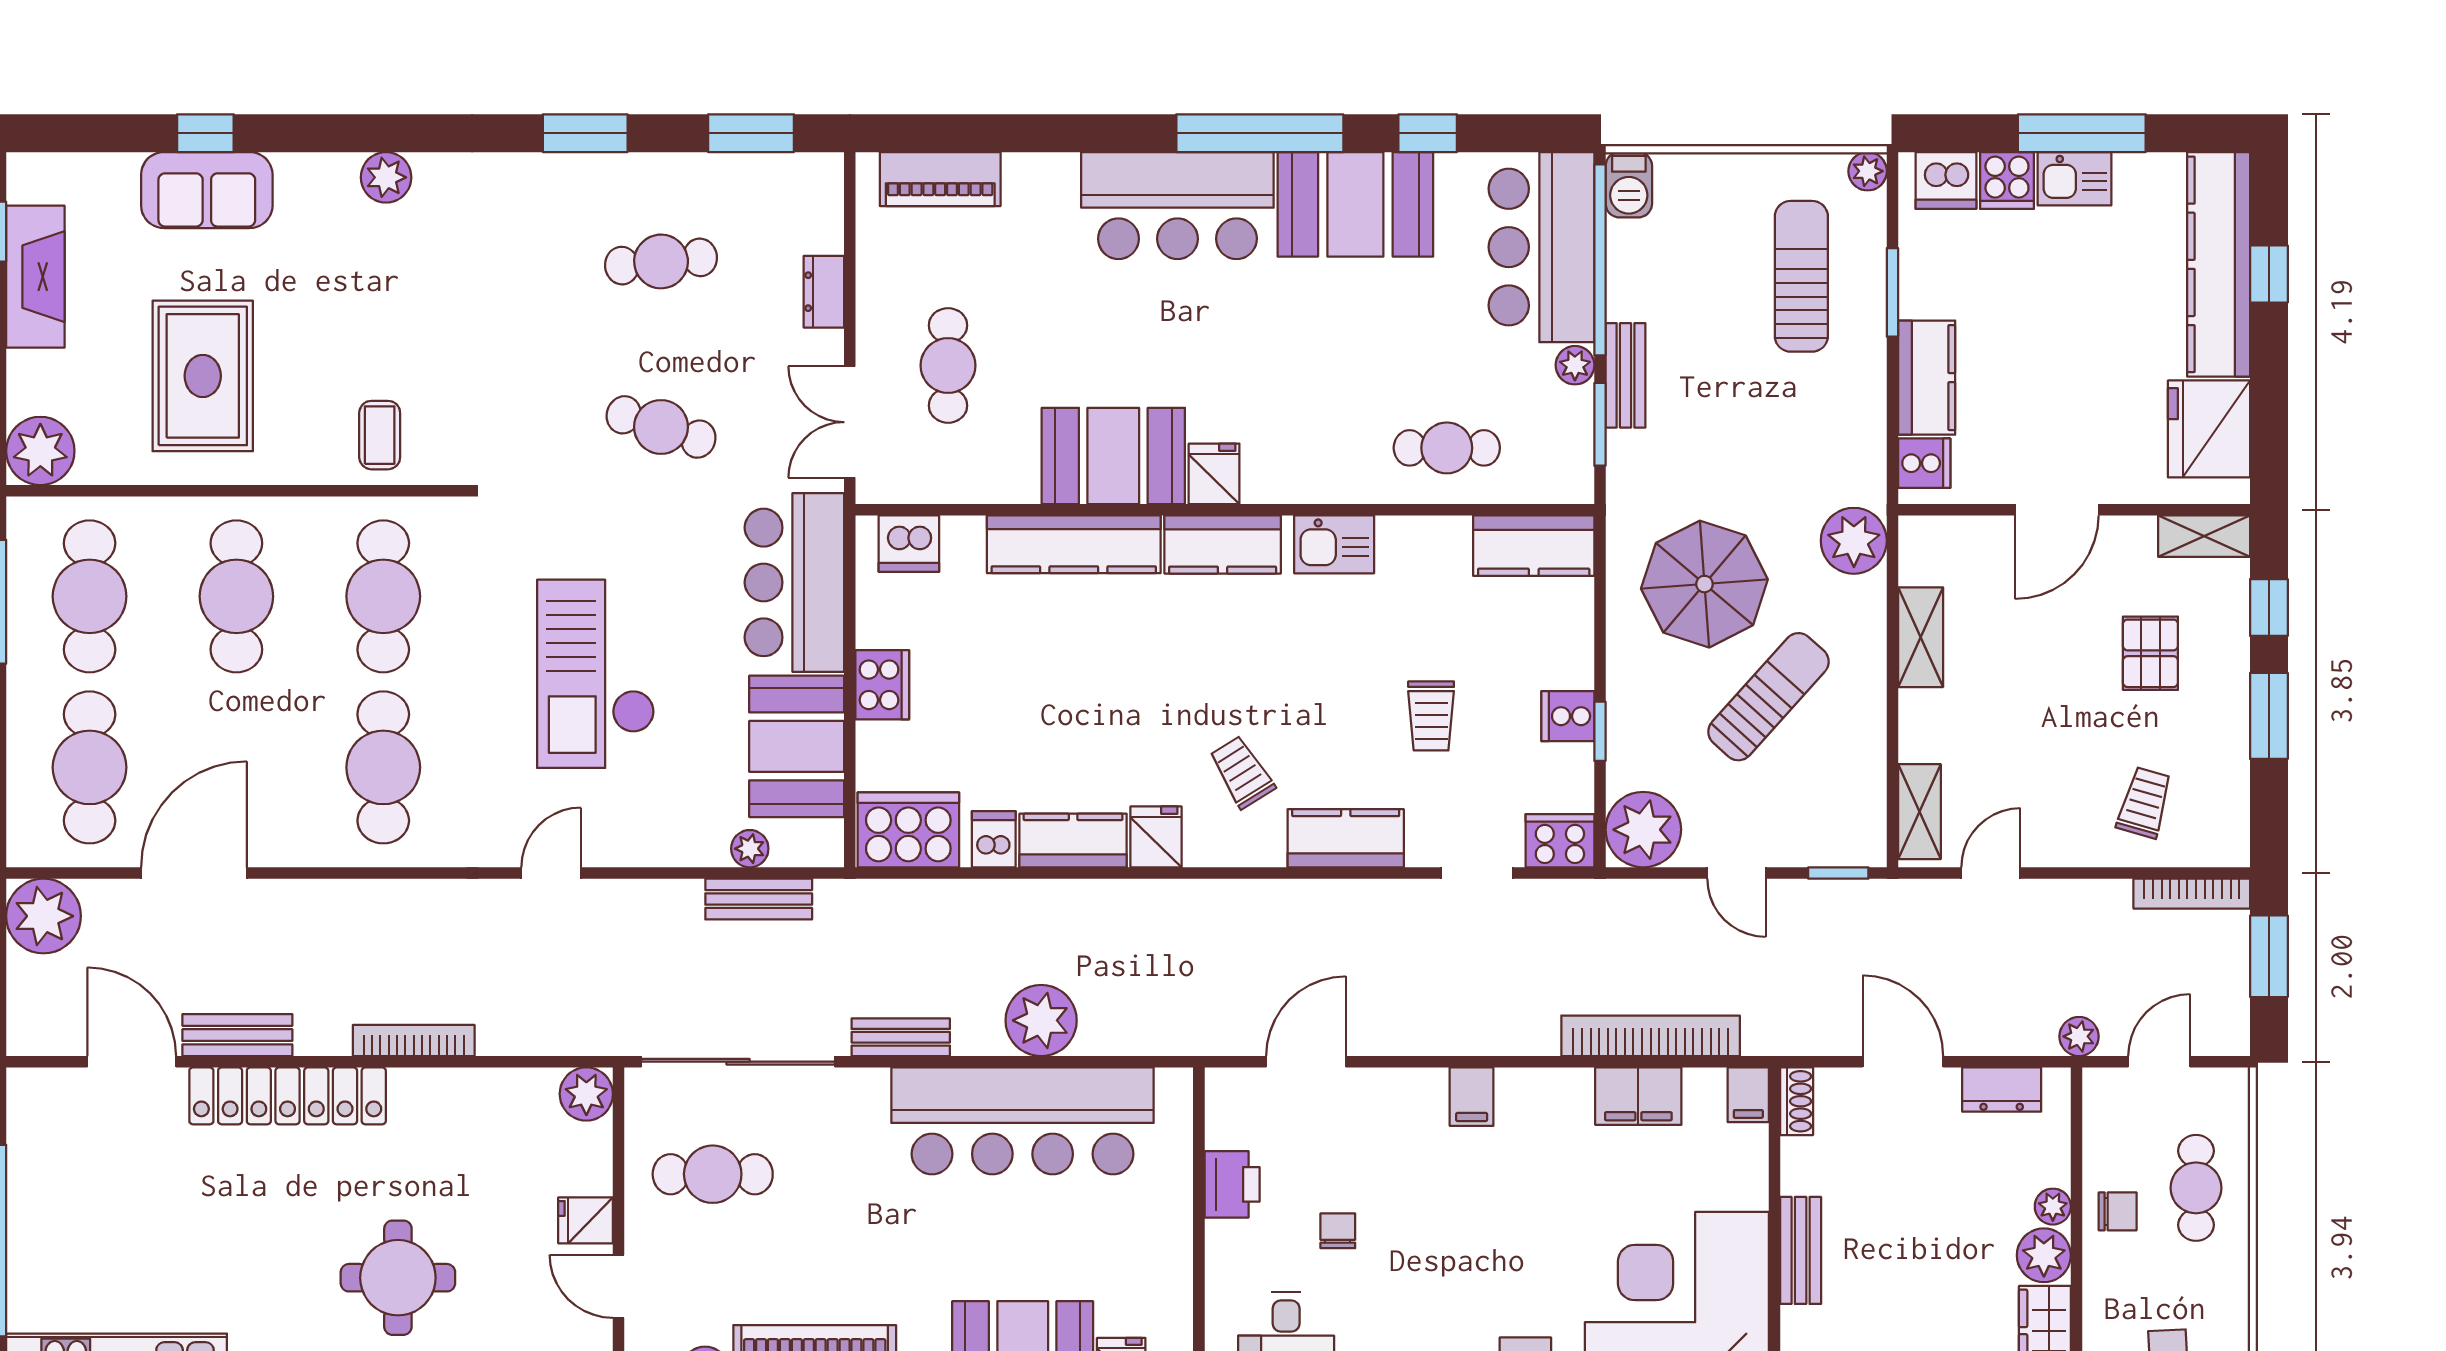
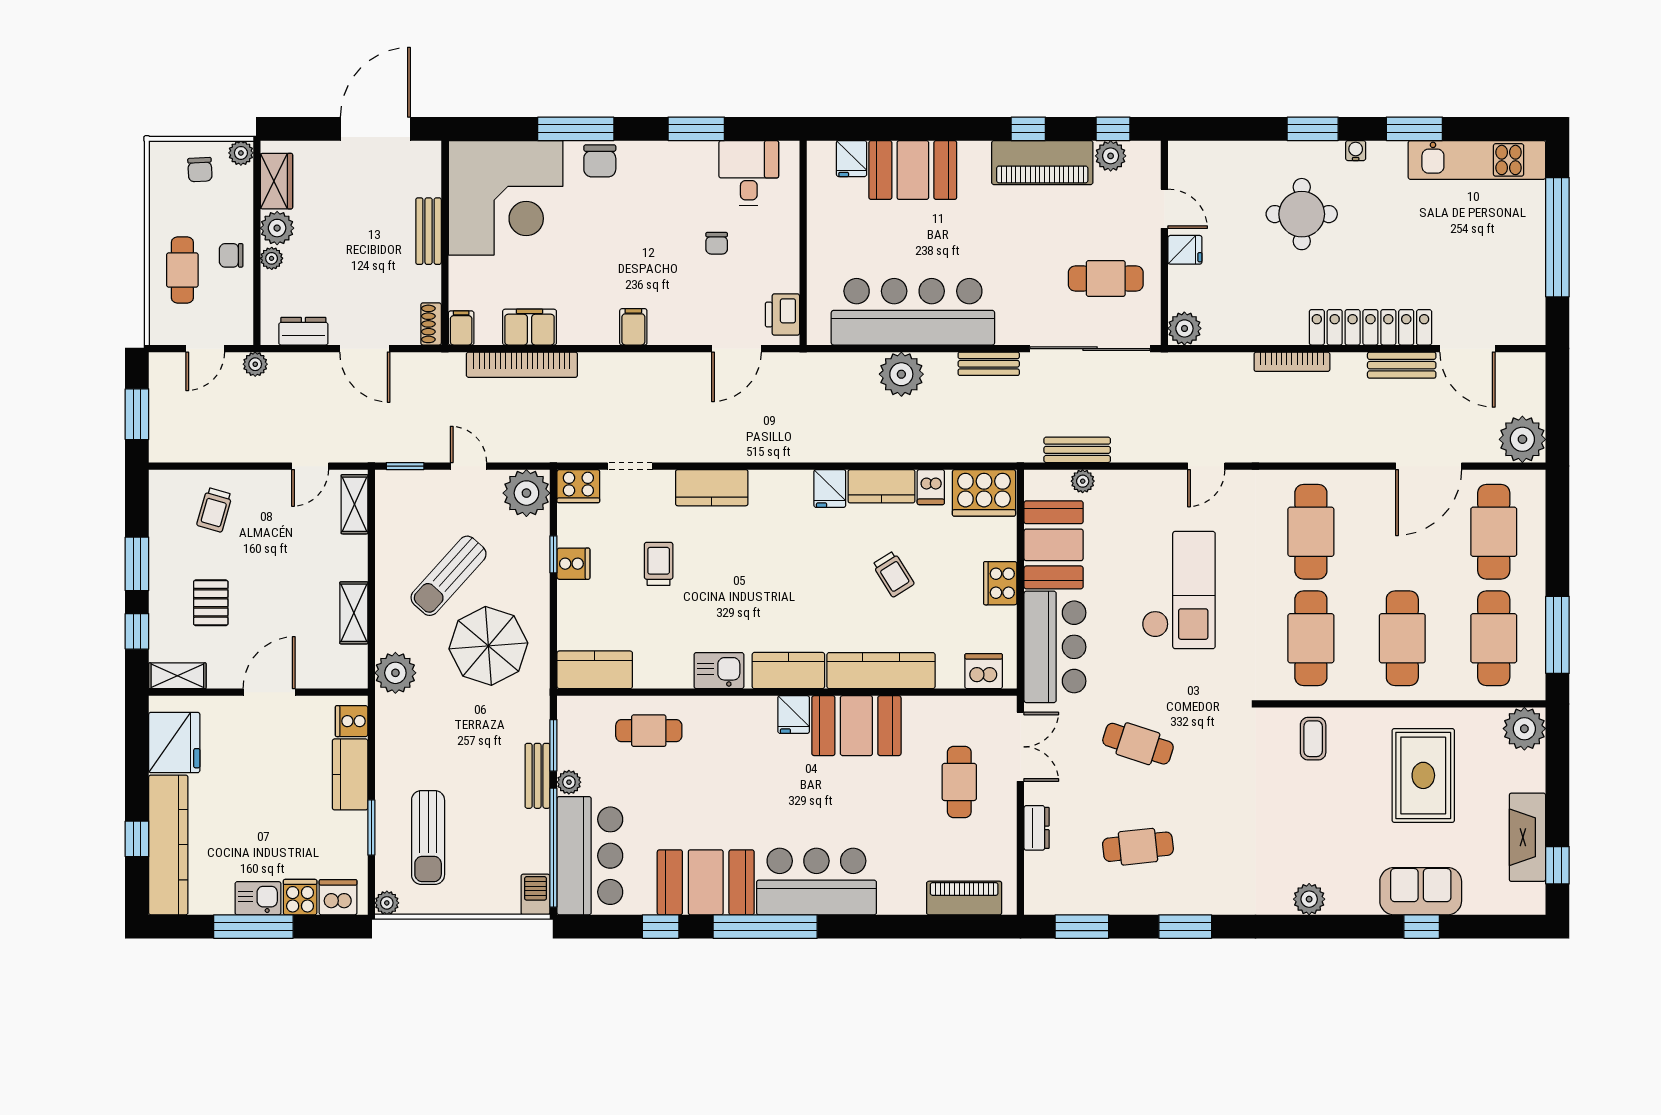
trolley: (1242, 772) -> (893, 574), moved
bookcase: (2192, 894) -> (185, 453), removed
printer: (1232, 1184) -> (782, 315), moved

